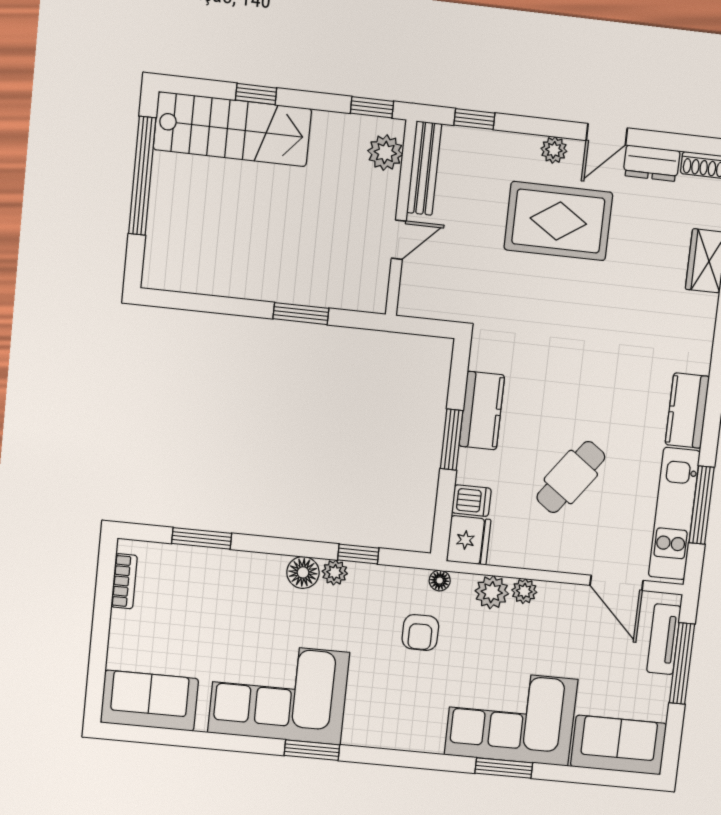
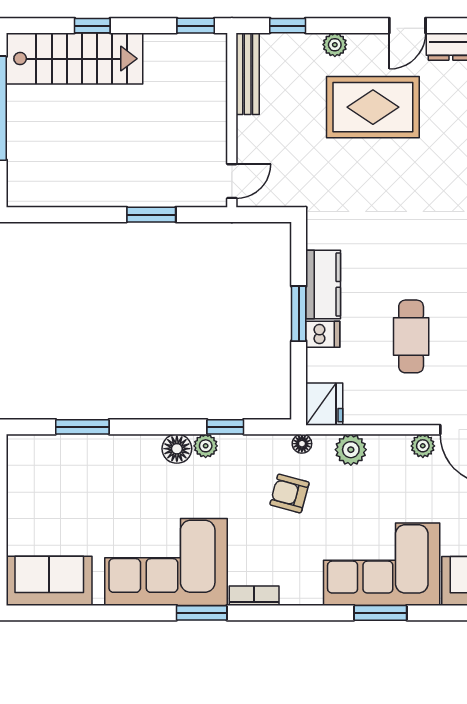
plant: (554, 150) -> (335, 45), moved
plant: (385, 153) -> (212, 64), removed
door: (399, 240) -> (232, 181), moved
cafe table: (571, 477) -> (411, 336), turned -36
dishwasher: (471, 501) -> (323, 334), moved
bookcase: (124, 581) -> (254, 596), moved, turned -90
plant: (524, 591) -> (423, 446), moved
armchair: (420, 632) -> (289, 493), turned 105

